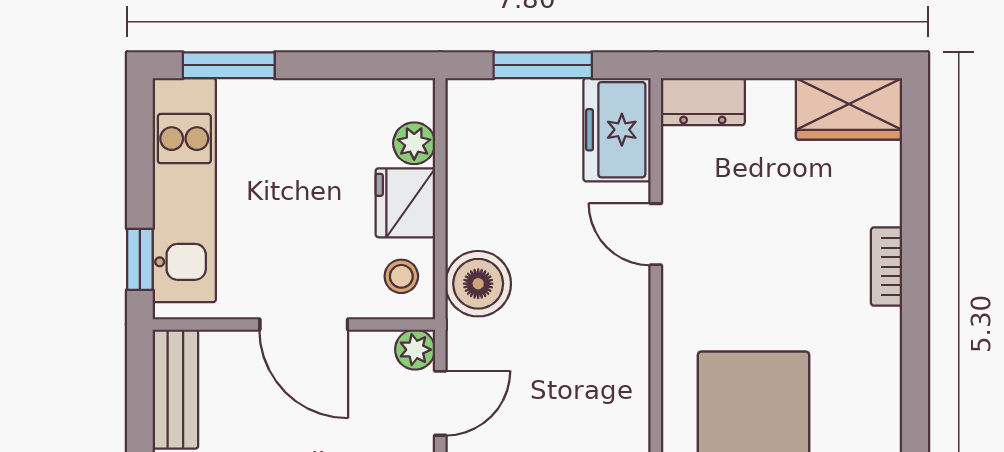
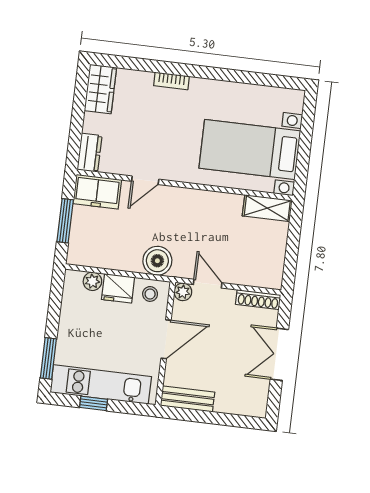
window: (140, 259) -> (94, 403), moved

